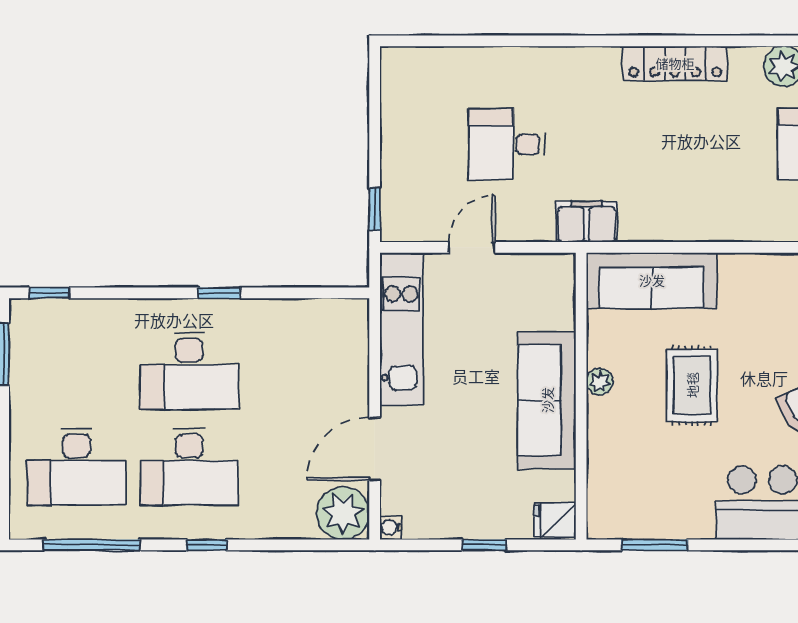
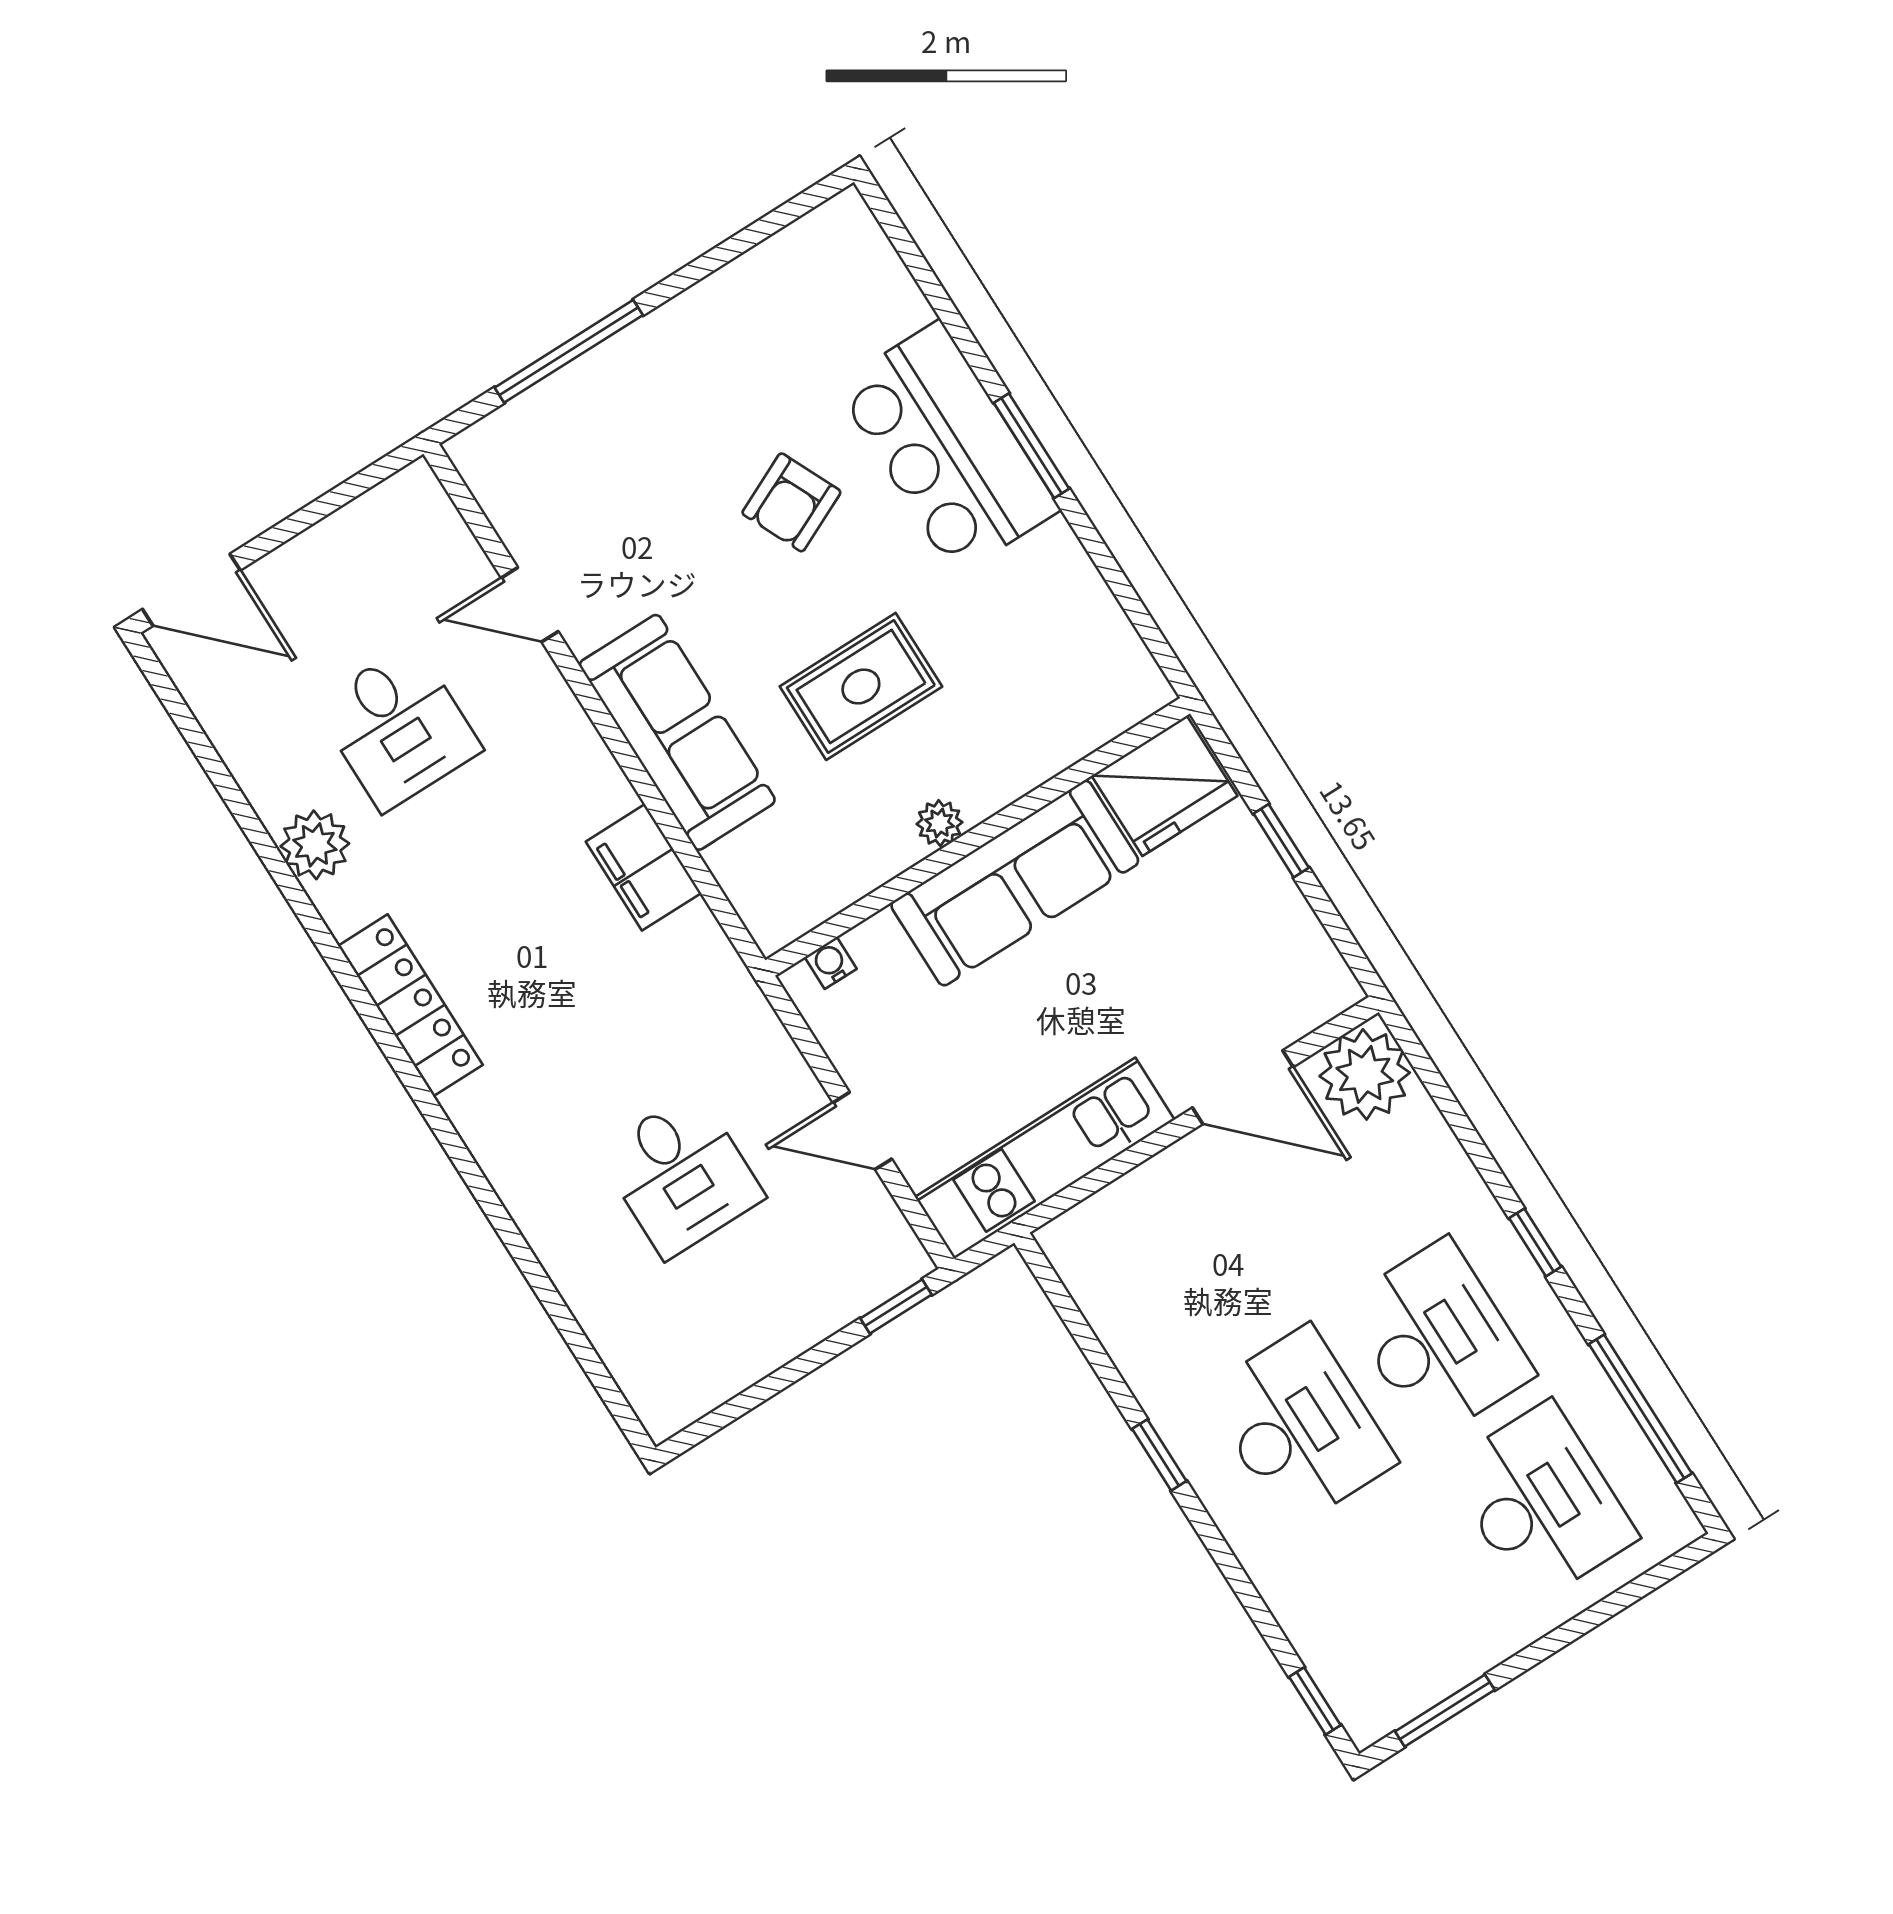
filing cabinet: (586, 222) -> (644, 867), moved
sofa: (652, 280) -> (677, 732), moved
fridge: (555, 520) -> (1164, 786), width x1.88, depth x1.34
water cooler: (391, 527) -> (831, 963), moved, turned 180
window: (654, 545) -> (1031, 446), moved

